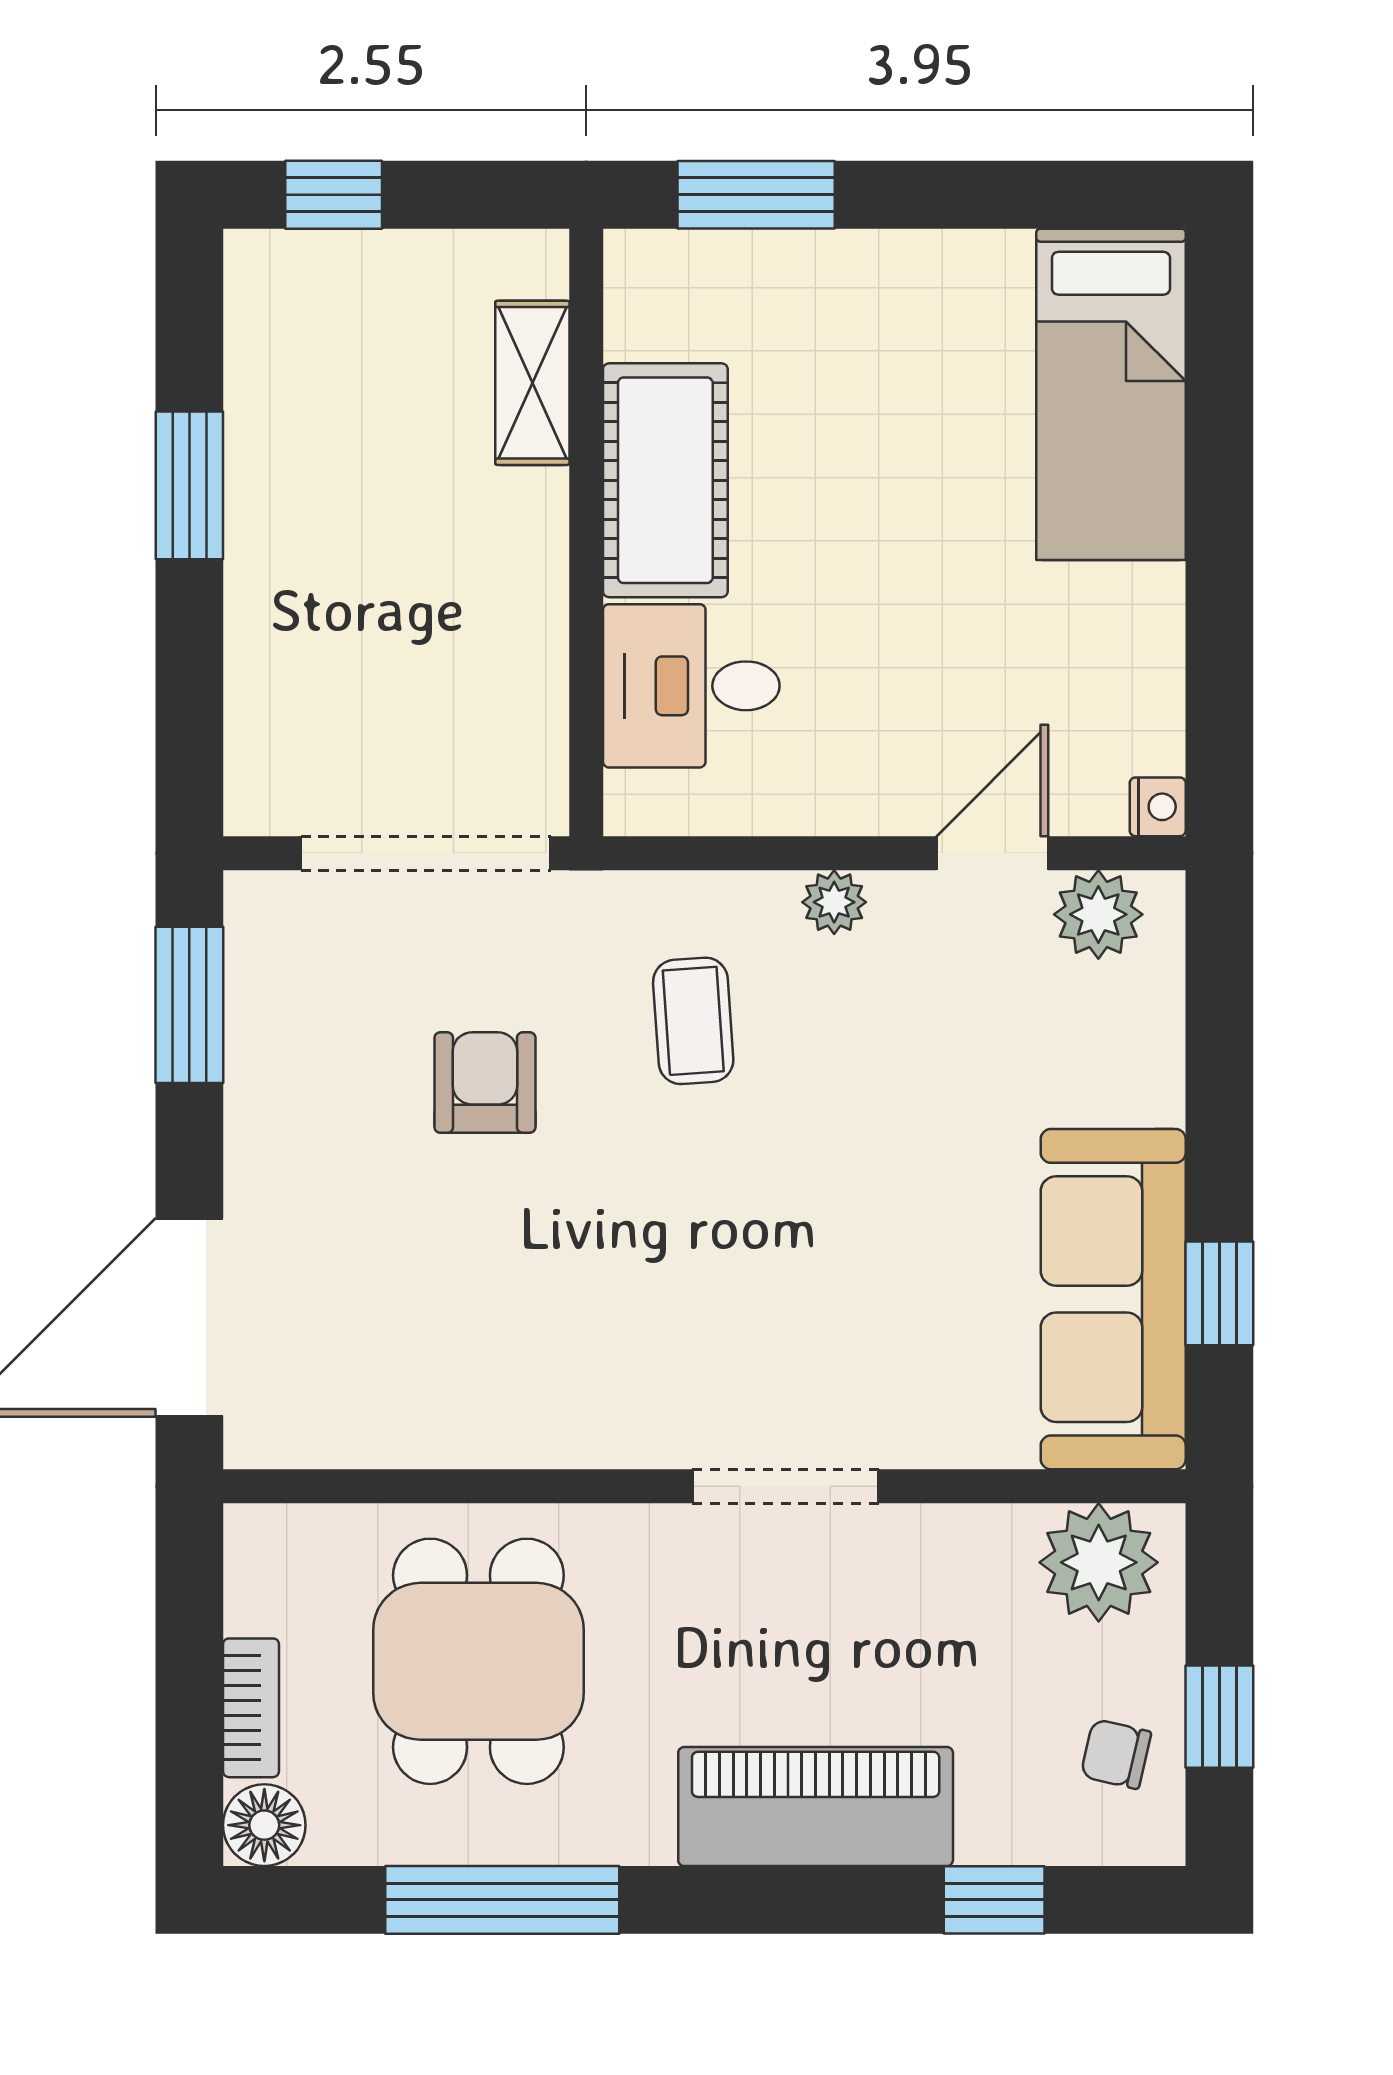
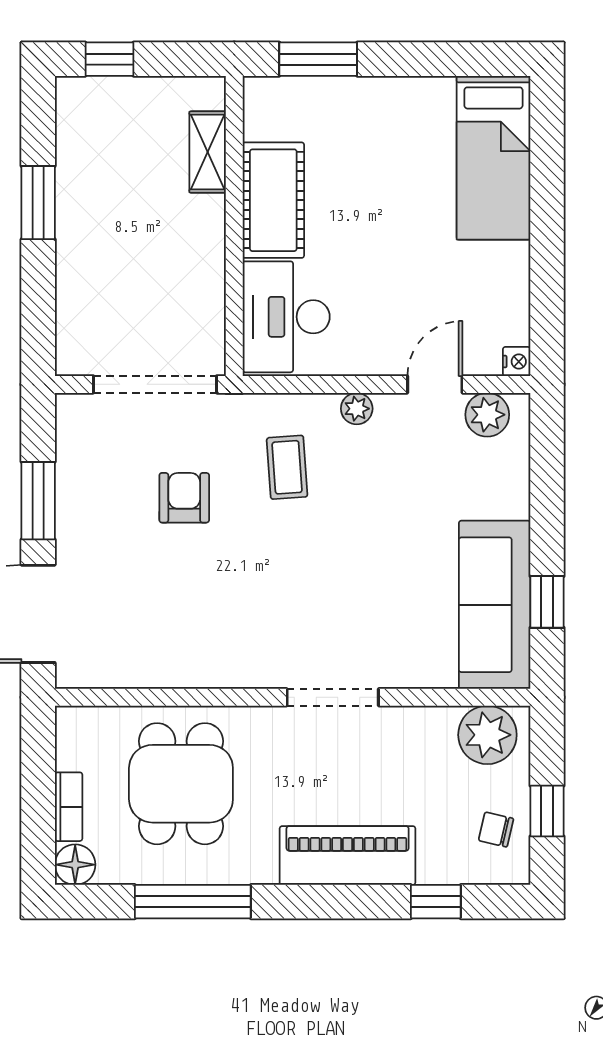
desk: (691, 686) -> (286, 317), width x1.37
window: (189, 1005) -> (38, 501), moved

